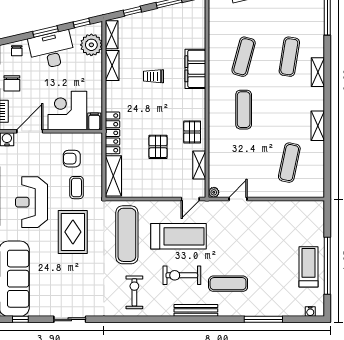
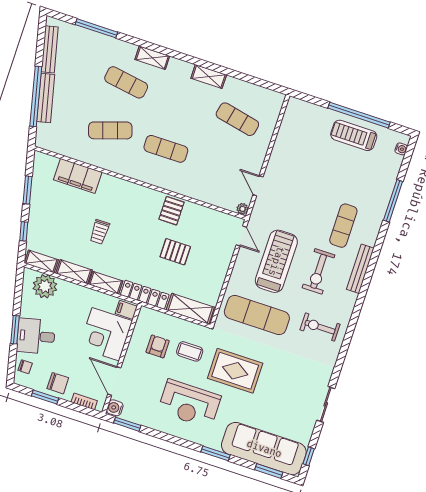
window: (82, 23) -> (19, 289), removed
desk: (52, 50) -> (36, 336), width x0.73
exercise mat: (244, 57) -> (110, 130), turned -33
filing cabinet: (195, 69) -> (78, 176), moved
pallet: (192, 132) -> (171, 211), turned 90
armchair: (72, 159) -> (158, 346), turned 180
shelving: (199, 165) -> (106, 283), moved

